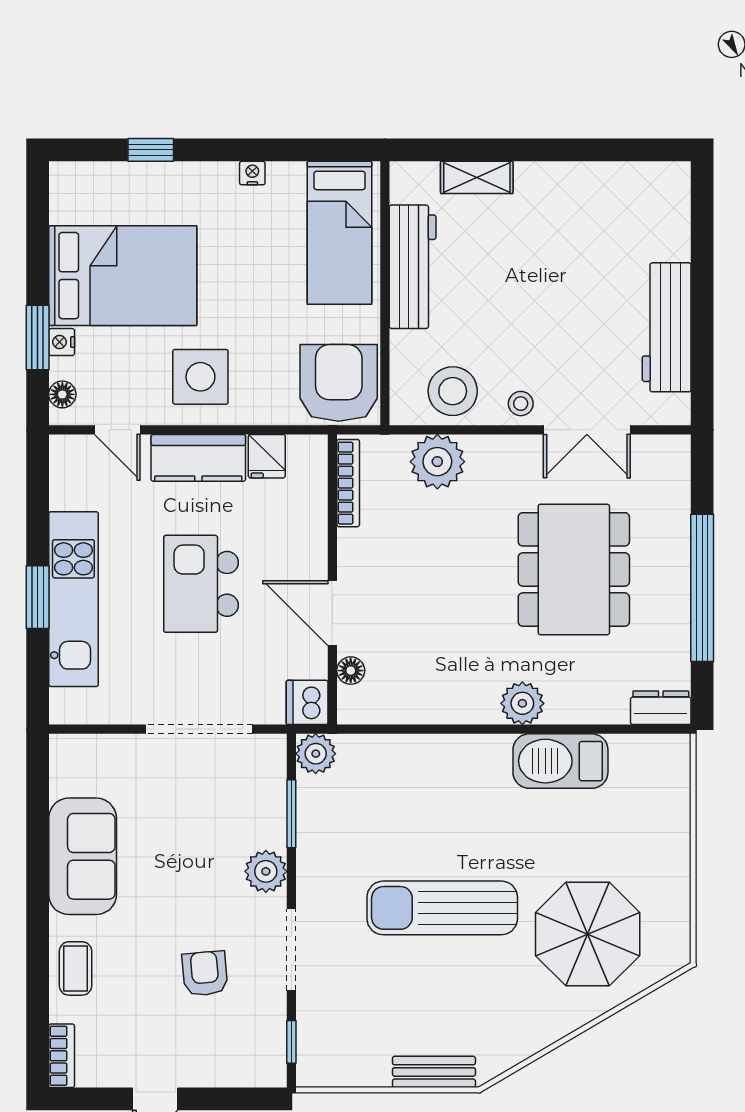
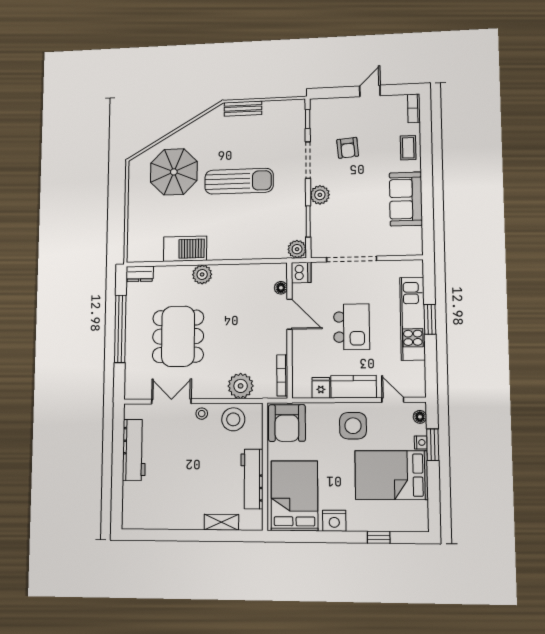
nightstand: (252, 173) -> (334, 521), width x1.89, depth x1.79
bed: (340, 233) -> (294, 496), width x1.50

